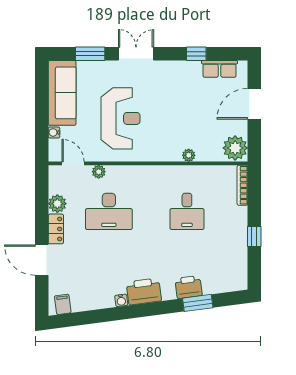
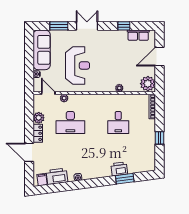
printer: (144, 291) -> (57, 176), moved

